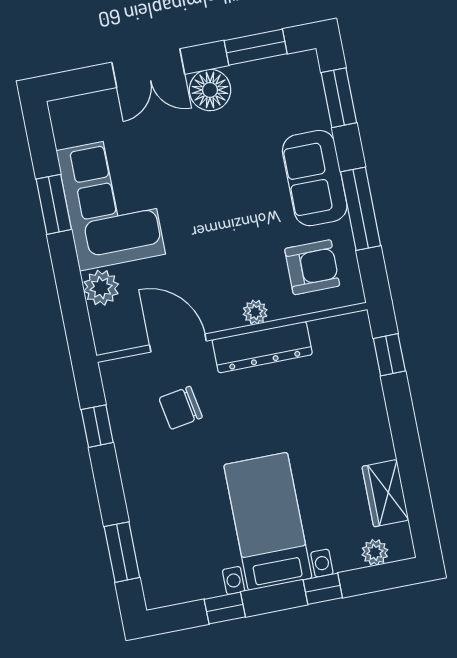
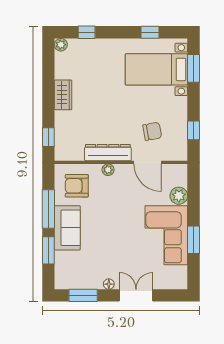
floor lamp: (210, 90) -> (109, 284), width x0.53, depth x0.53
window: (339, 98) -> (48, 250), moved
wardrobe: (385, 493) -> (63, 95), moved
bed with nightstands: (268, 521) -> (156, 69), moved, turned 90
plant: (375, 552) -> (61, 45), moved
window: (323, 589) -> (87, 32), moved

